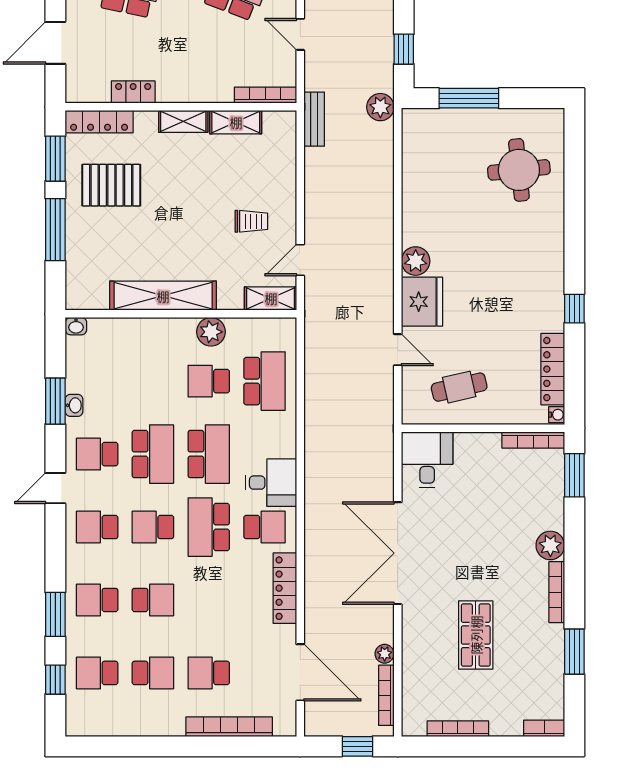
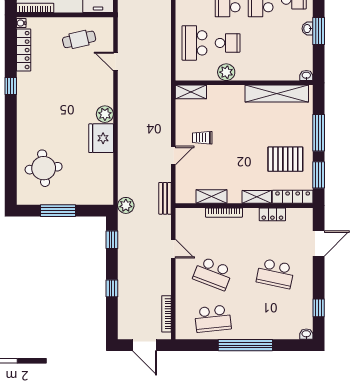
bookcase: (265, 95) -> (224, 213), moved
window: (469, 98) -> (58, 211), moved
shelving: (183, 121) -> (257, 197), moved
door: (300, 260) -> (173, 156), moved
shelving: (163, 296) -> (277, 94), moved
fridge: (422, 302) -> (101, 138), moved

